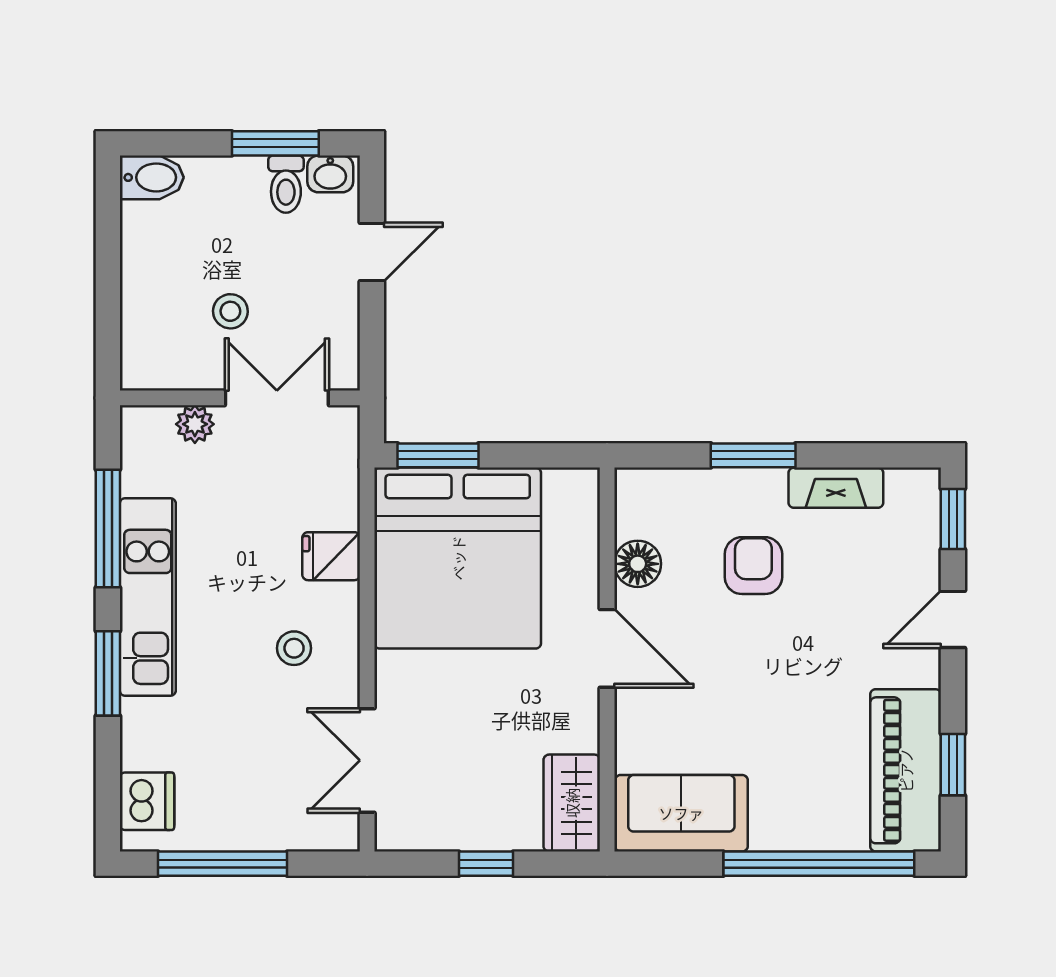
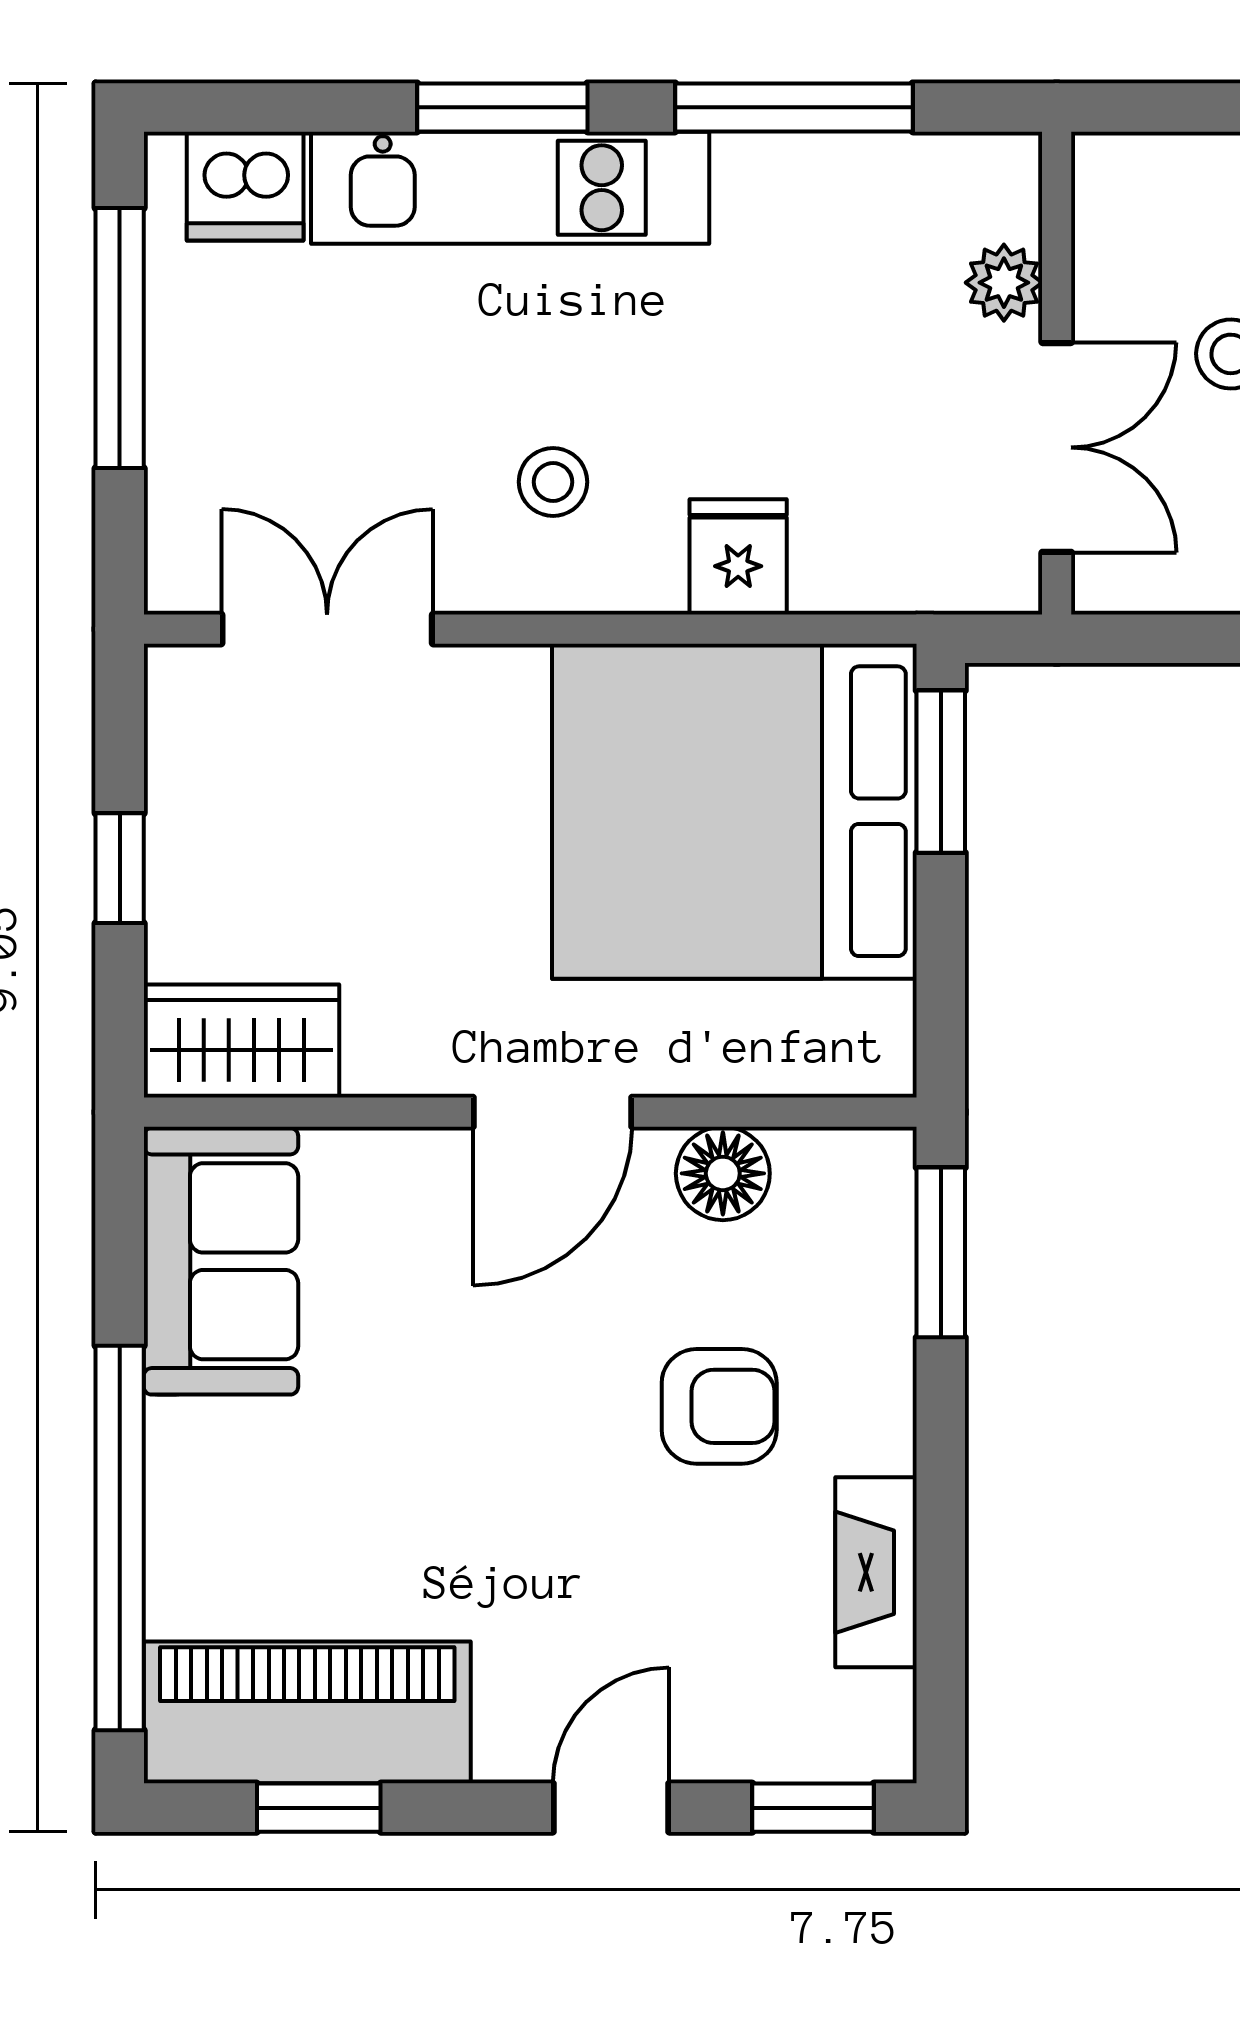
window: (753, 455) -> (941, 1252), moved
kitchen unit: (148, 597) -> (510, 188), moved
door: (953, 619) -> (611, 1808), hinge flipped

